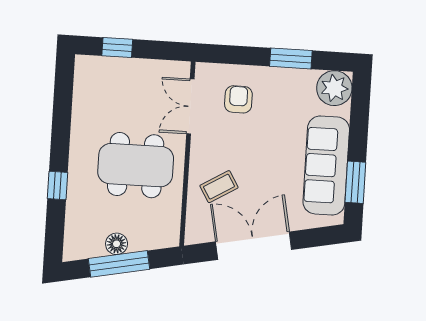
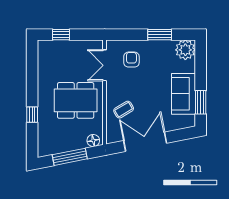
sofa: (326, 165) -> (183, 94), width x0.73
floor lamp: (117, 244) -> (93, 141), moved

